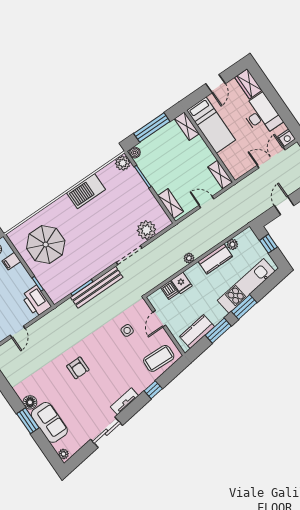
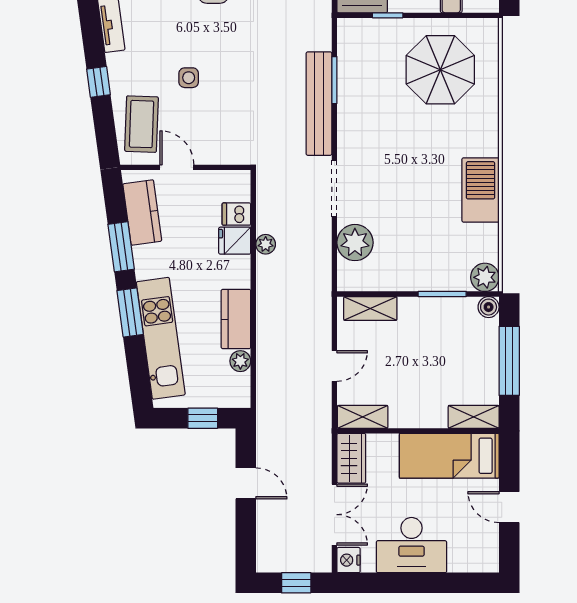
wardrobe: (248, 84) -> (351, 458), moved, turned 90
plant: (189, 258) -> (266, 244), moved
door: (159, 319) -> (177, 167), moved
side table: (127, 330) -> (189, 78), moved

